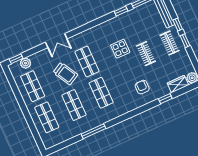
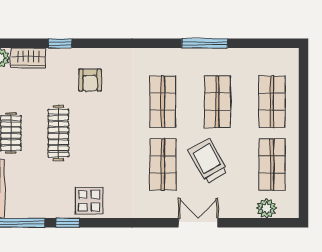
display table: (120, 49) -> (89, 201), moved
clothes rail: (146, 54) -> (58, 133), width x1.36
window: (16, 59) -> (279, 223), removed

